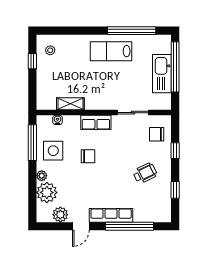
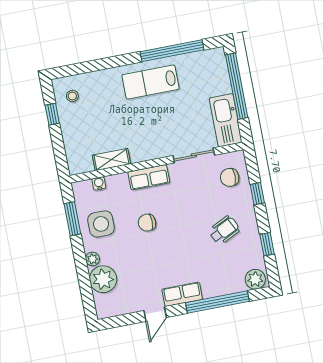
kitchen sink: (162, 74) -> (226, 120), moved
window: (32, 143) -> (72, 219), width x0.69
chair: (88, 156) -> (147, 223), turned 180
plant: (60, 215) -> (255, 279), moved
row of seats: (111, 215) -> (182, 294), width x0.68

